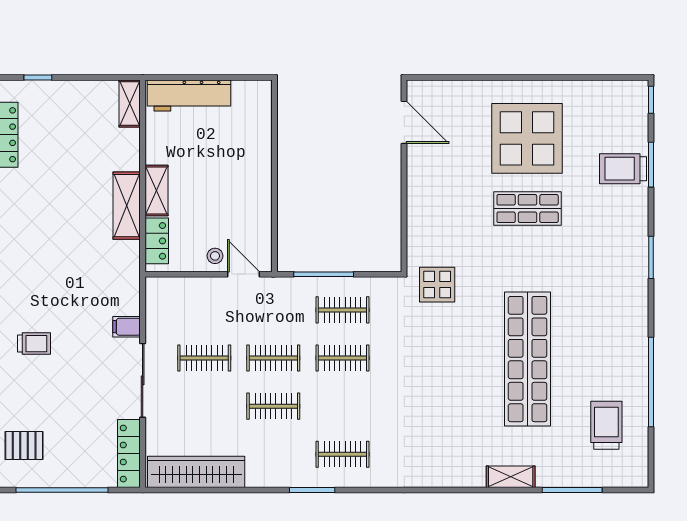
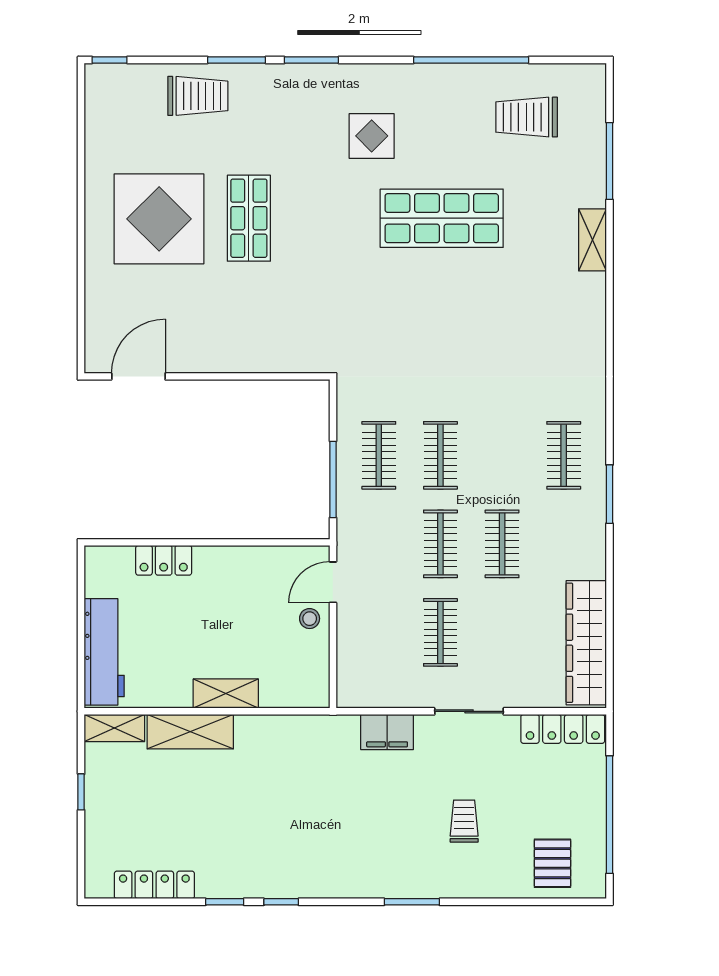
window: (38, 78) -> (81, 792), moved
window: (651, 165) -> (237, 60), moved
trolley: (623, 169) -> (198, 96), turned -90
shelving: (127, 206) -> (190, 732), moved
locker: (157, 241) -> (164, 560), moved, turned 180
display table: (437, 285) -> (372, 136), moved
filing cabinet: (127, 327) -> (387, 732), width x2.00
trolley: (34, 344) -> (464, 821), moved
shop shelf: (528, 359) -> (442, 218), width x0.71
sliding door: (143, 380) -> (469, 711), width x0.73

